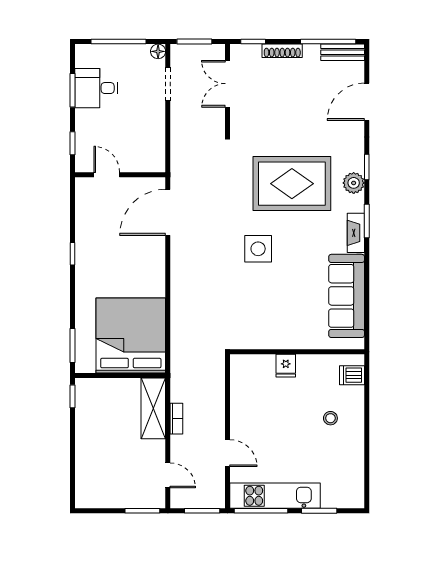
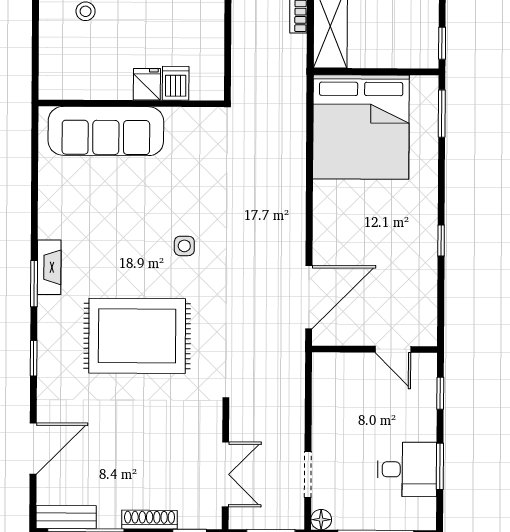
plant: (354, 183) -> (52, 336), removed
side table: (258, 249) -> (184, 246), width x0.54, depth x0.54
sofa: (347, 296) -> (106, 131), moved, turned 90
dishwasher: (352, 375) -> (176, 83), moved, turned -90

